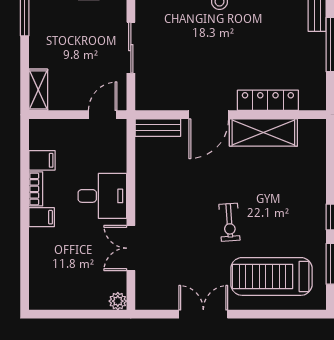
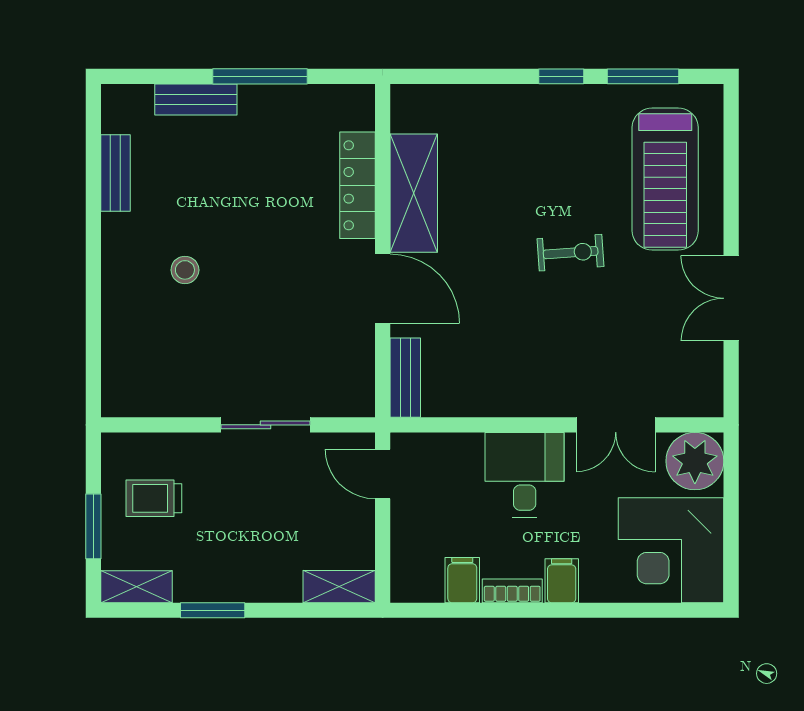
corner desk: (59, 280) -> (671, 550), added
plant: (118, 301) -> (695, 461), width x1.87, depth x1.87

